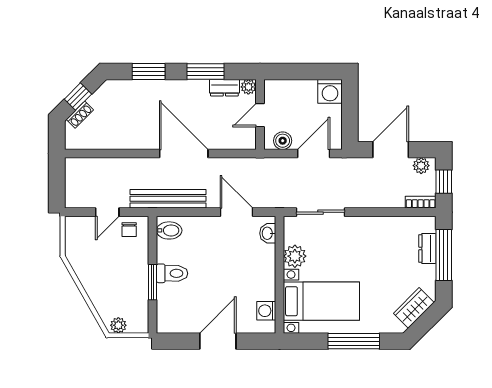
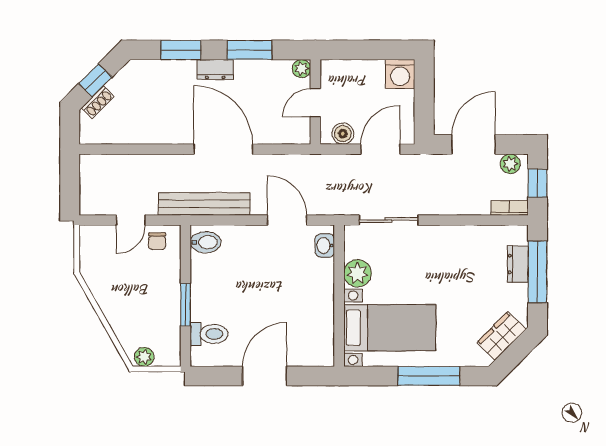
dresser: (224, 88) -> (215, 70), moved
toilet: (172, 273) -> (209, 334), moved
washing machine: (266, 311) -> (323, 339), removed

